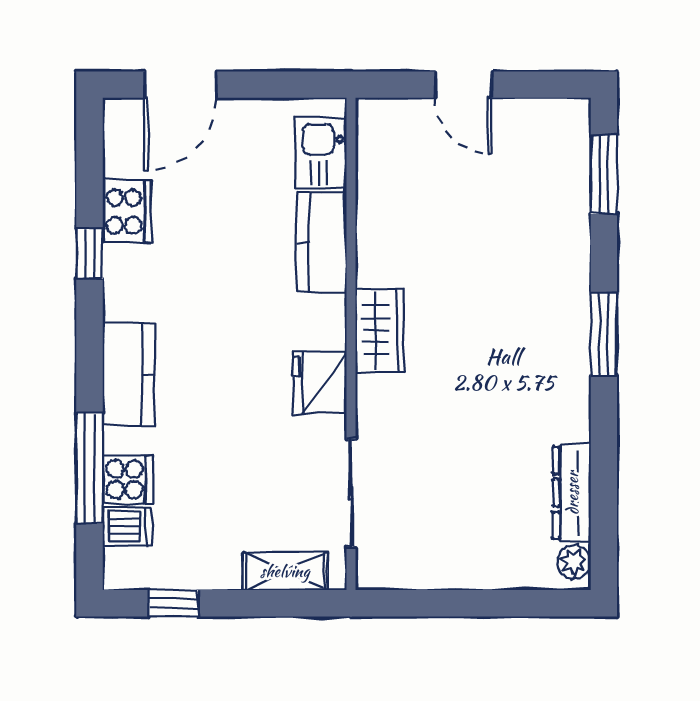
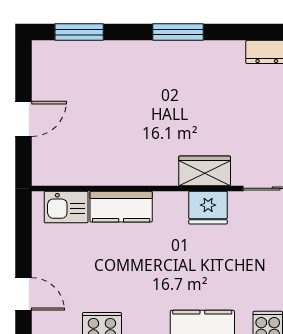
door: (181, 85) -> (23, 294), width x0.73
wardrobe: (380, 330) -> (205, 171), moved

